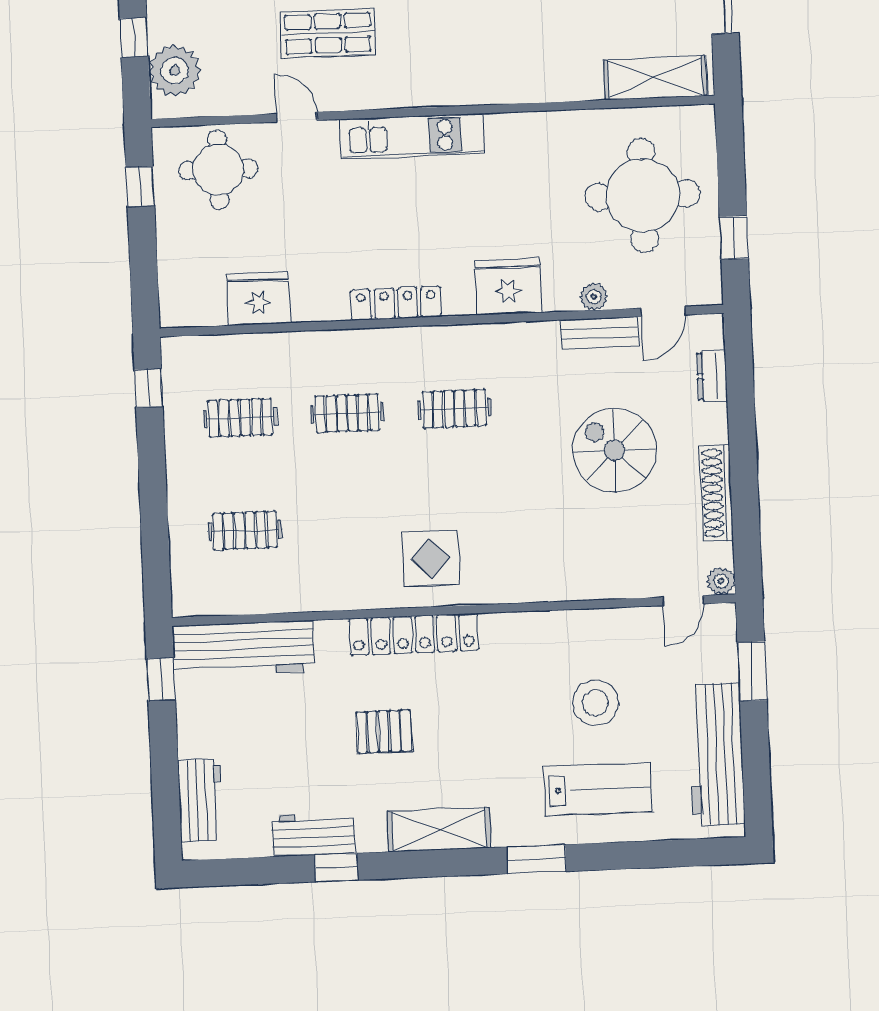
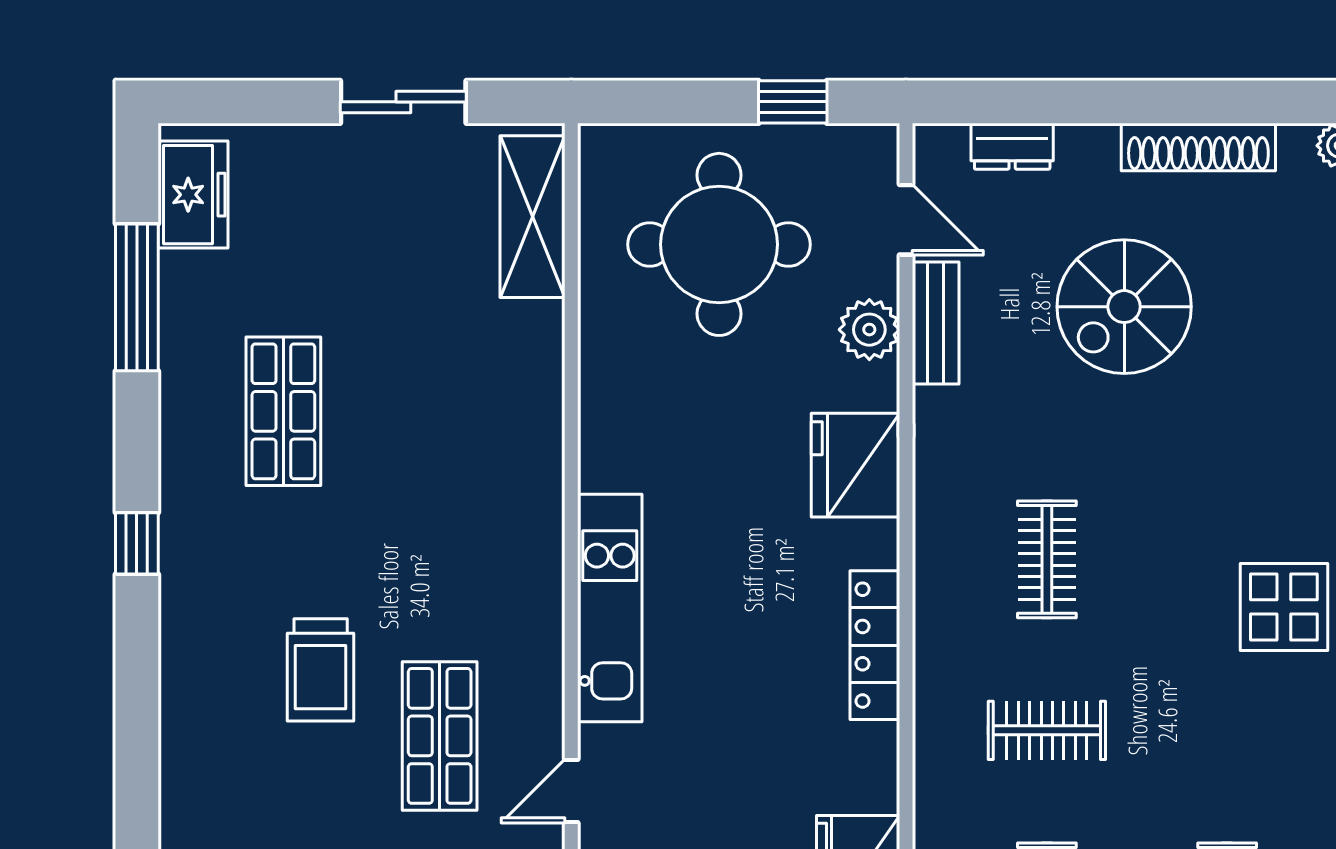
plant: (594, 297) -> (869, 330), width x1.38, depth x1.38
clothes rail: (347, 413) -> (1047, 730), turned 90

